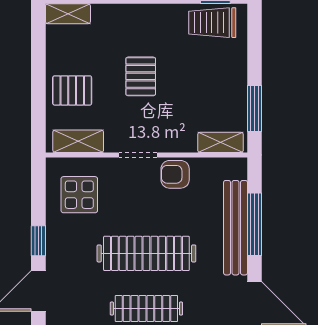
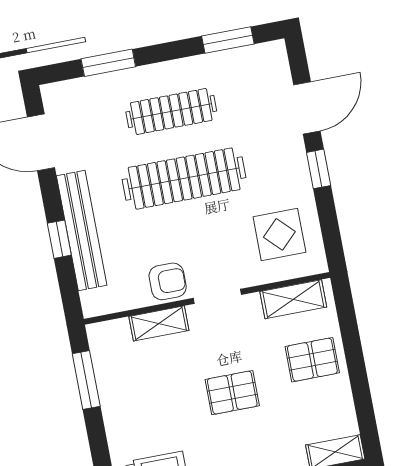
pallet: (141, 76) -> (232, 393), turned 90
shelving: (221, 142) -> (159, 323), moved
window: (255, 224) -> (59, 239), width x0.46

